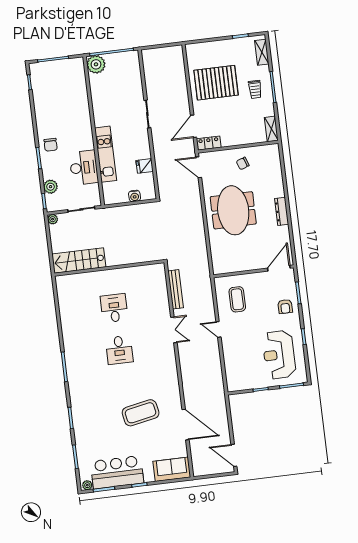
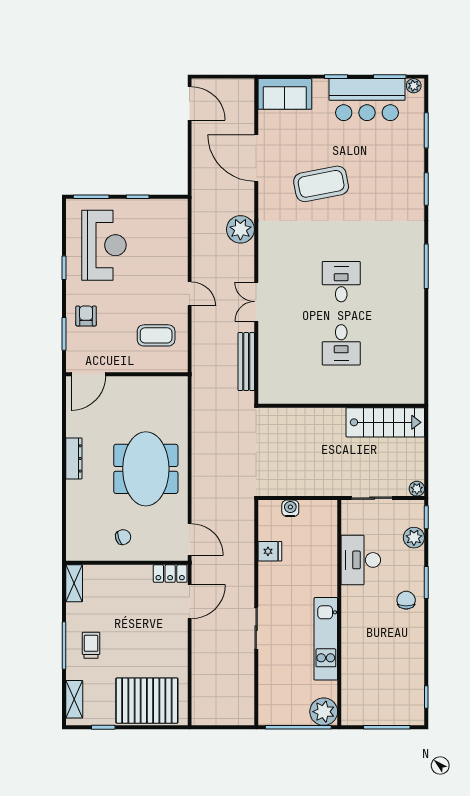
pallet: (216, 83) -> (147, 701), moved
kitchen unit: (106, 154) -> (326, 639), moved
coffee table: (237, 299) -> (156, 335), turned 90
plant: (190, 376) -> (240, 229), added

